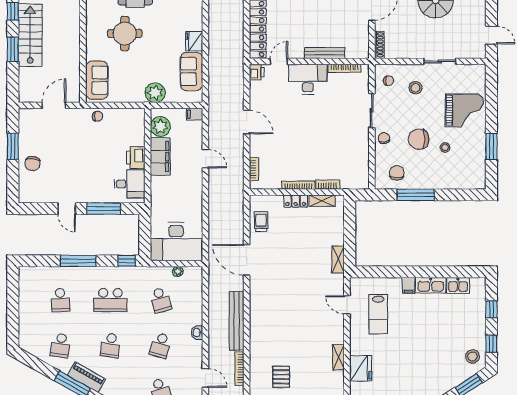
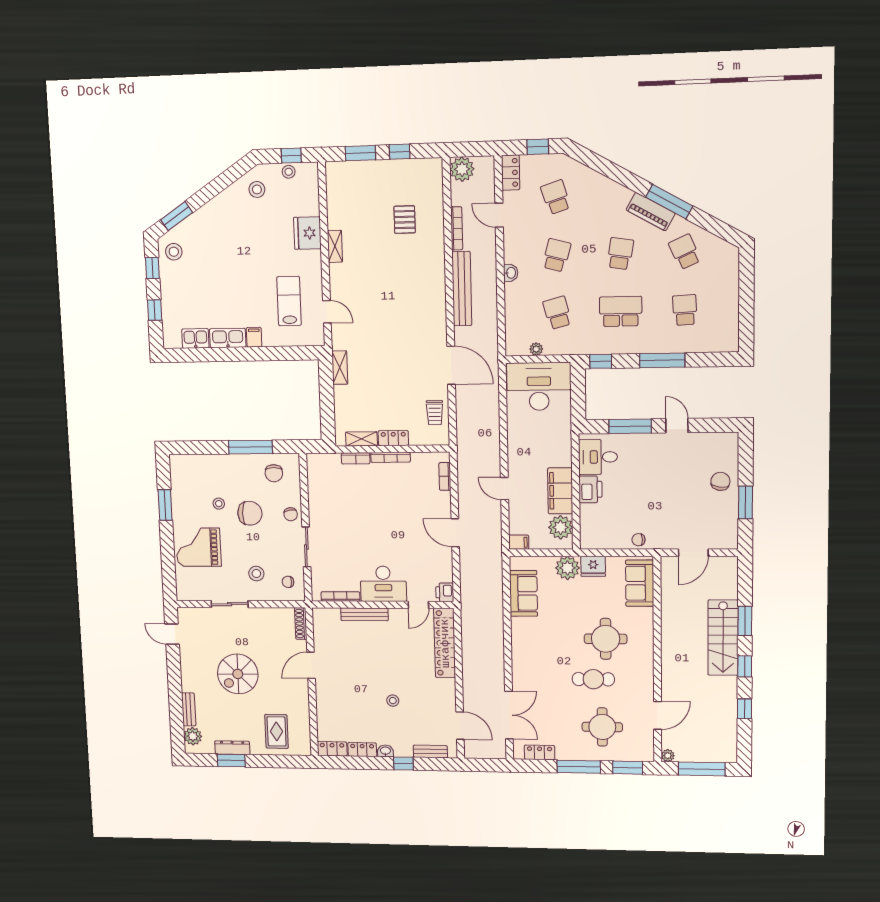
fridge: (194, 41) -> (593, 566), moved, turned 90
school desk: (60, 345) -> (685, 252), turned -33

